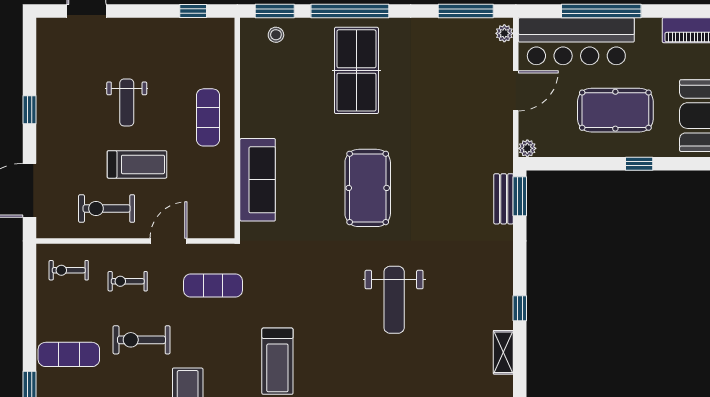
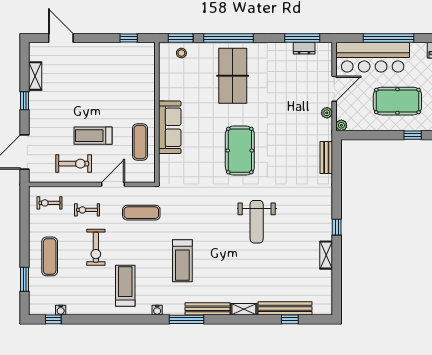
dresser: (469, 27) -> (304, 48), added
plant: (504, 33) -> (327, 113), moved
shelving: (46, 71) -> (35, 76), added
weight bench: (127, 102) -> (86, 96), removed
exercise mat: (208, 117) -> (140, 142), moved
treadmill: (137, 164) -> (93, 136), turned 180
sofa: (258, 180) -> (170, 127), moved
window: (520, 196) -> (337, 156), removed
exercise bike: (107, 209) -> (74, 164), turned 180
exercise bike: (142, 340) -> (96, 247), turned -90
exercise mat: (69, 354) -> (50, 256), turned 90

